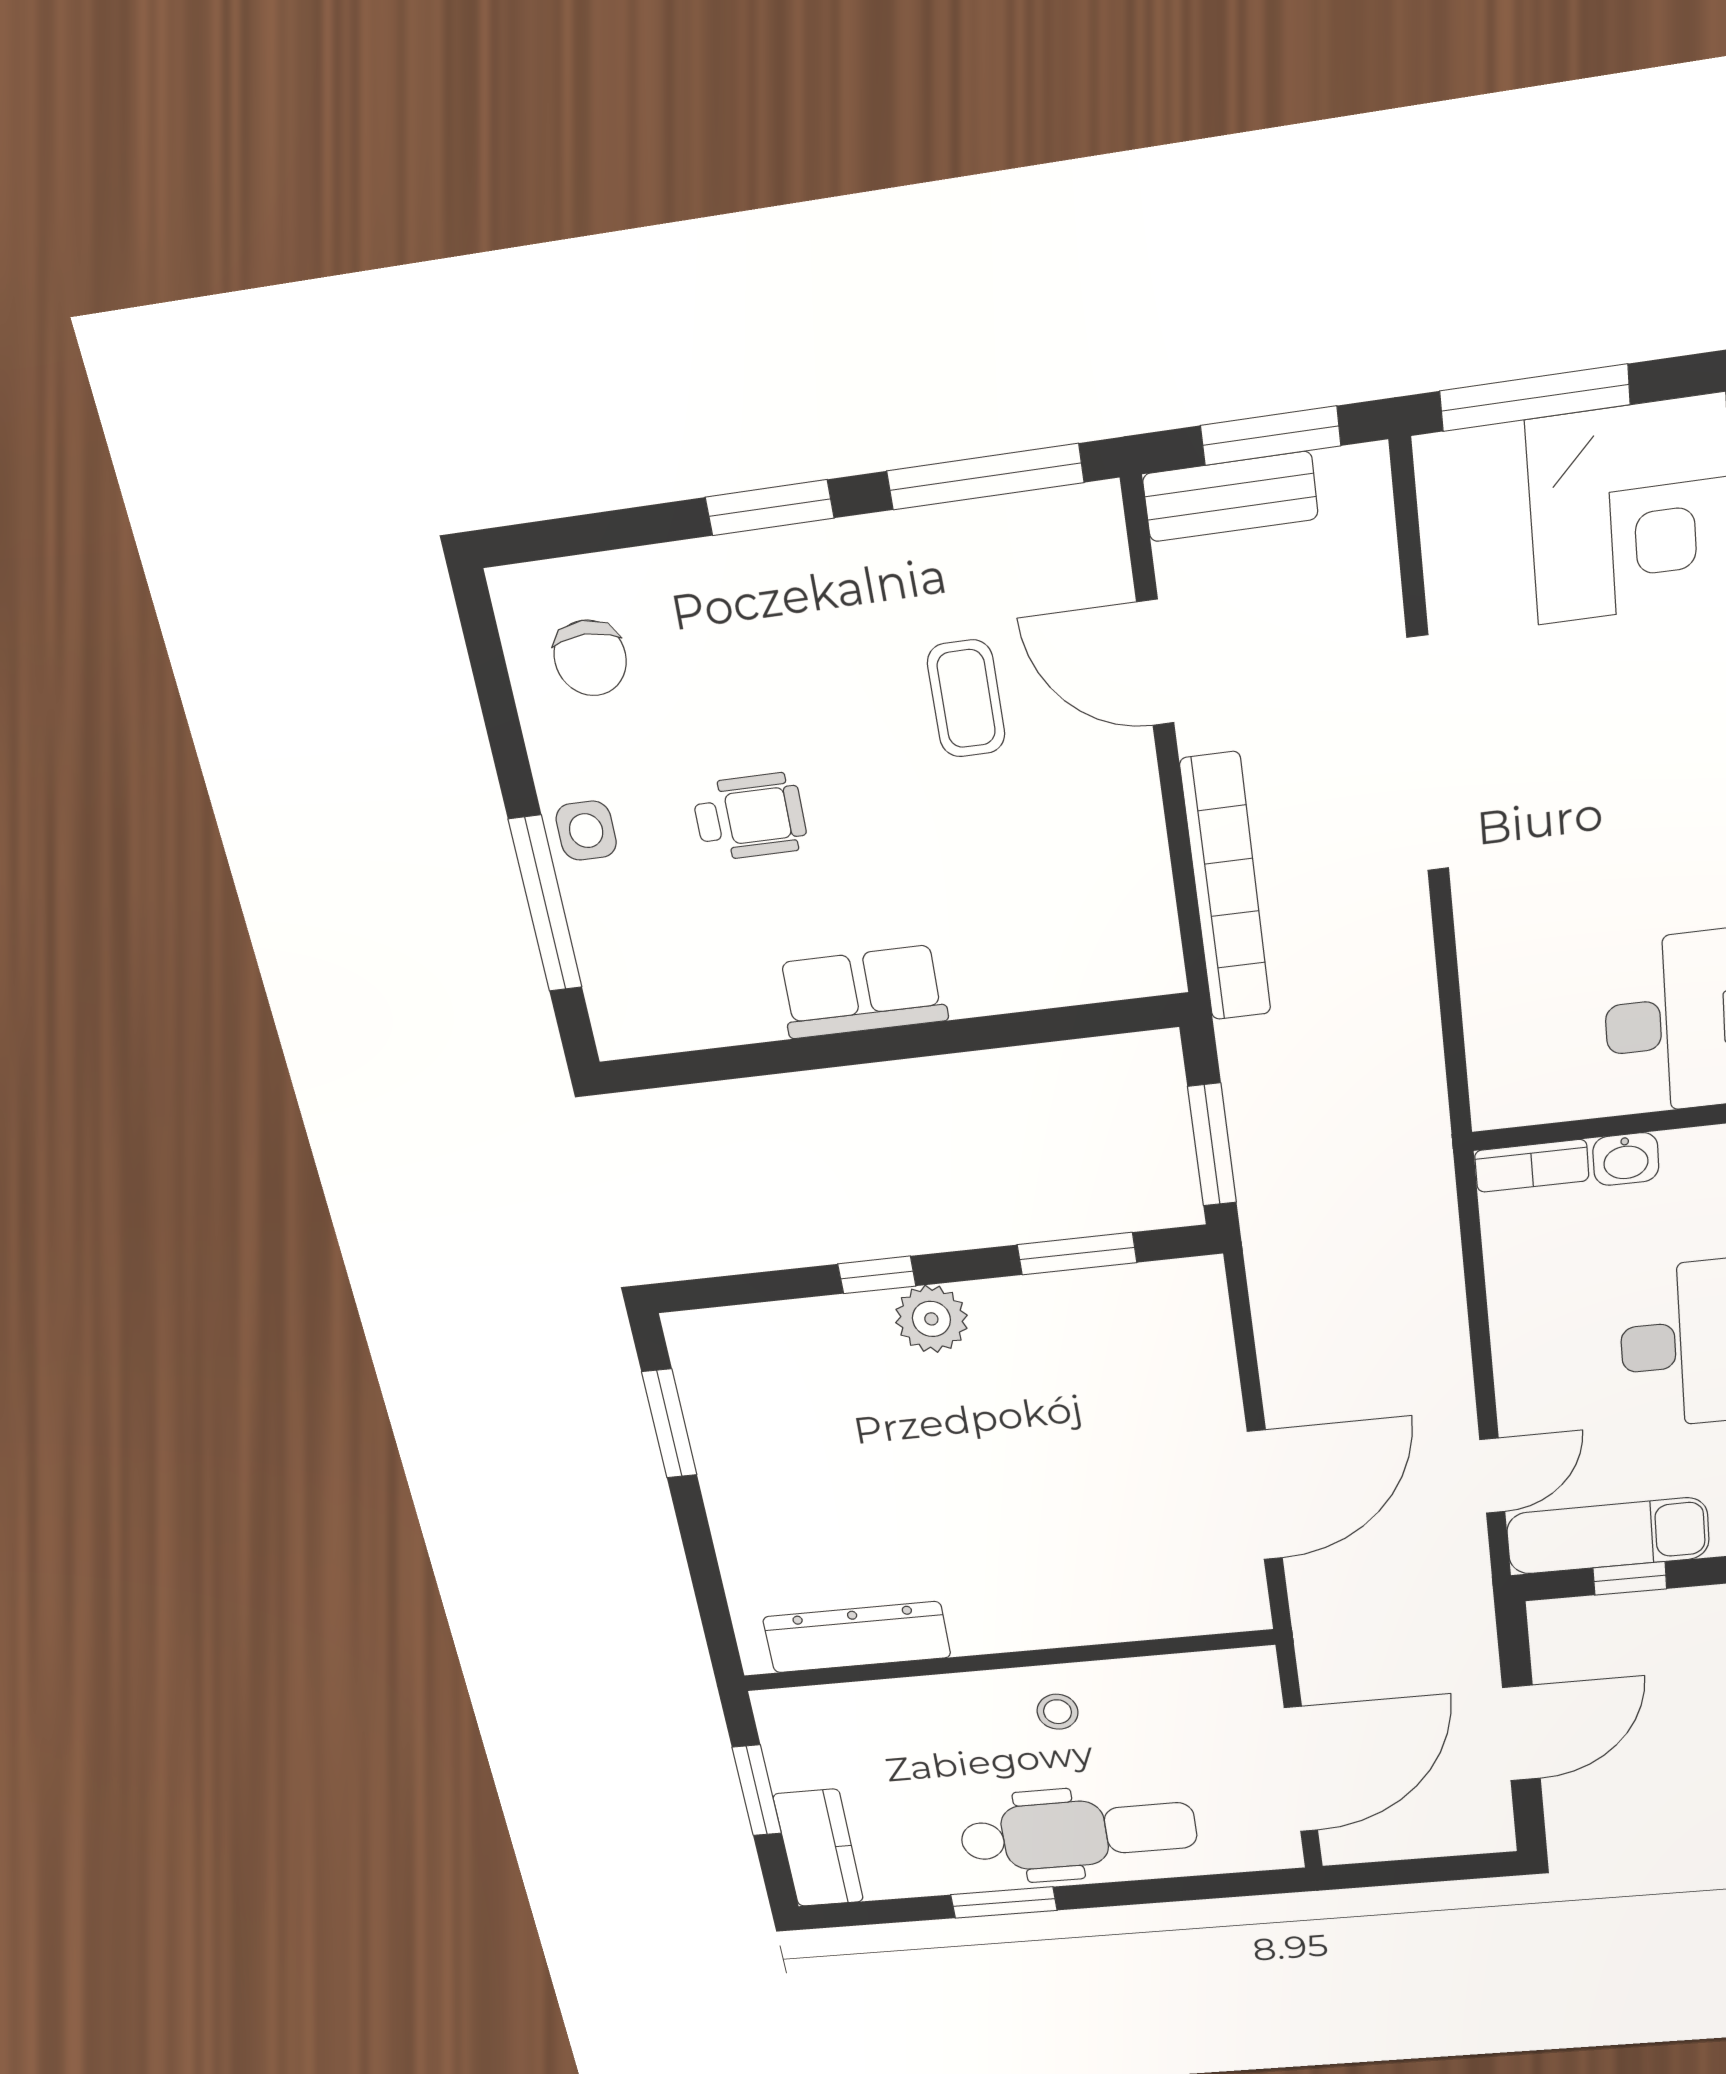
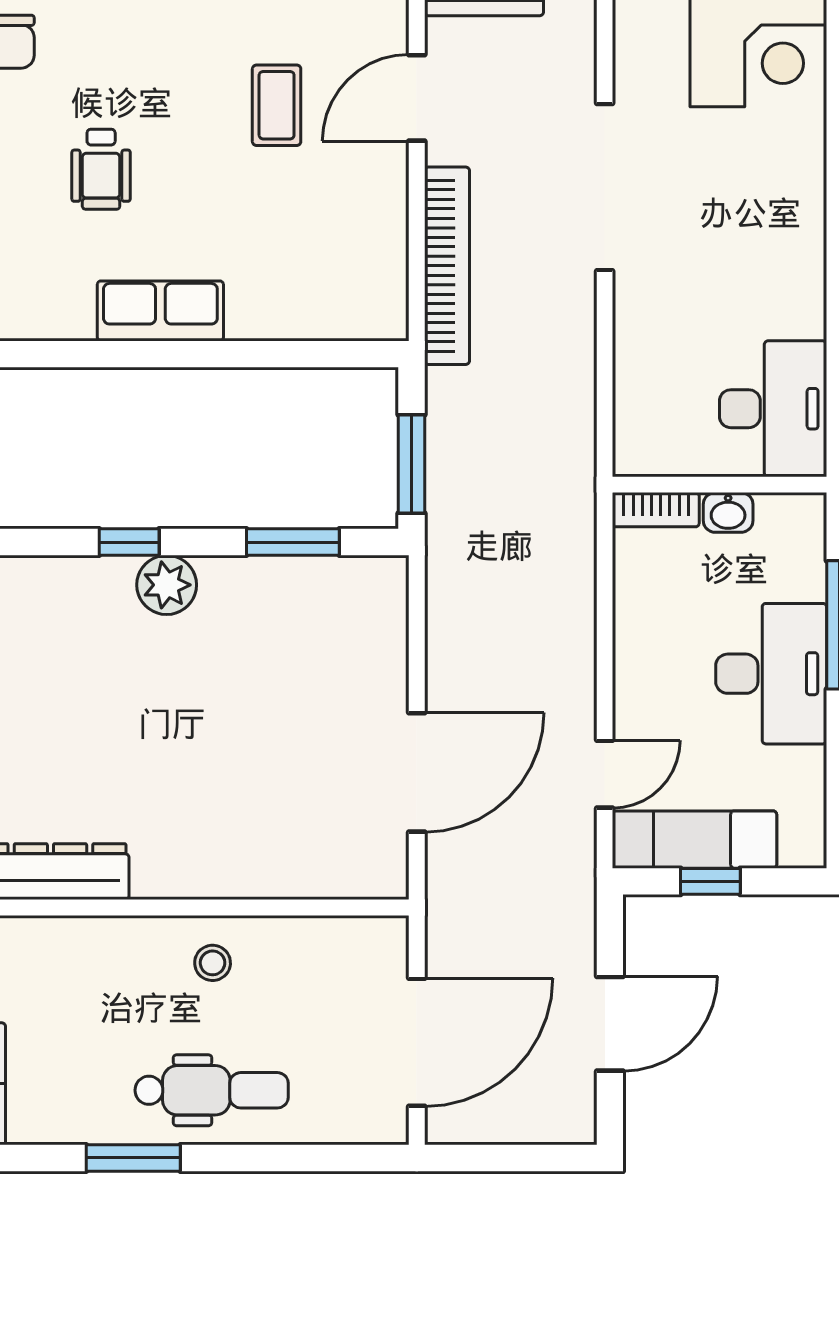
door: (1155, 663) -> (417, 98), hinge flipped
wheelchair: (750, 817) -> (101, 169), turned 90
dental chair: (1078, 1834) -> (212, 1090), width x0.73, depth x0.72

